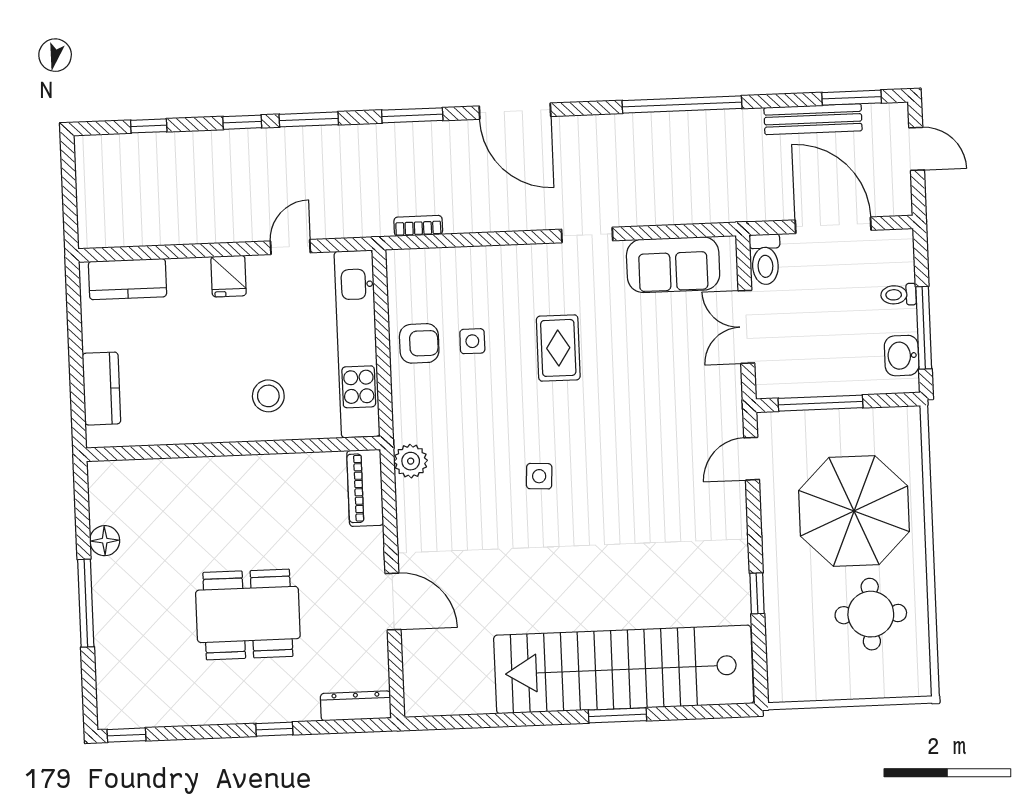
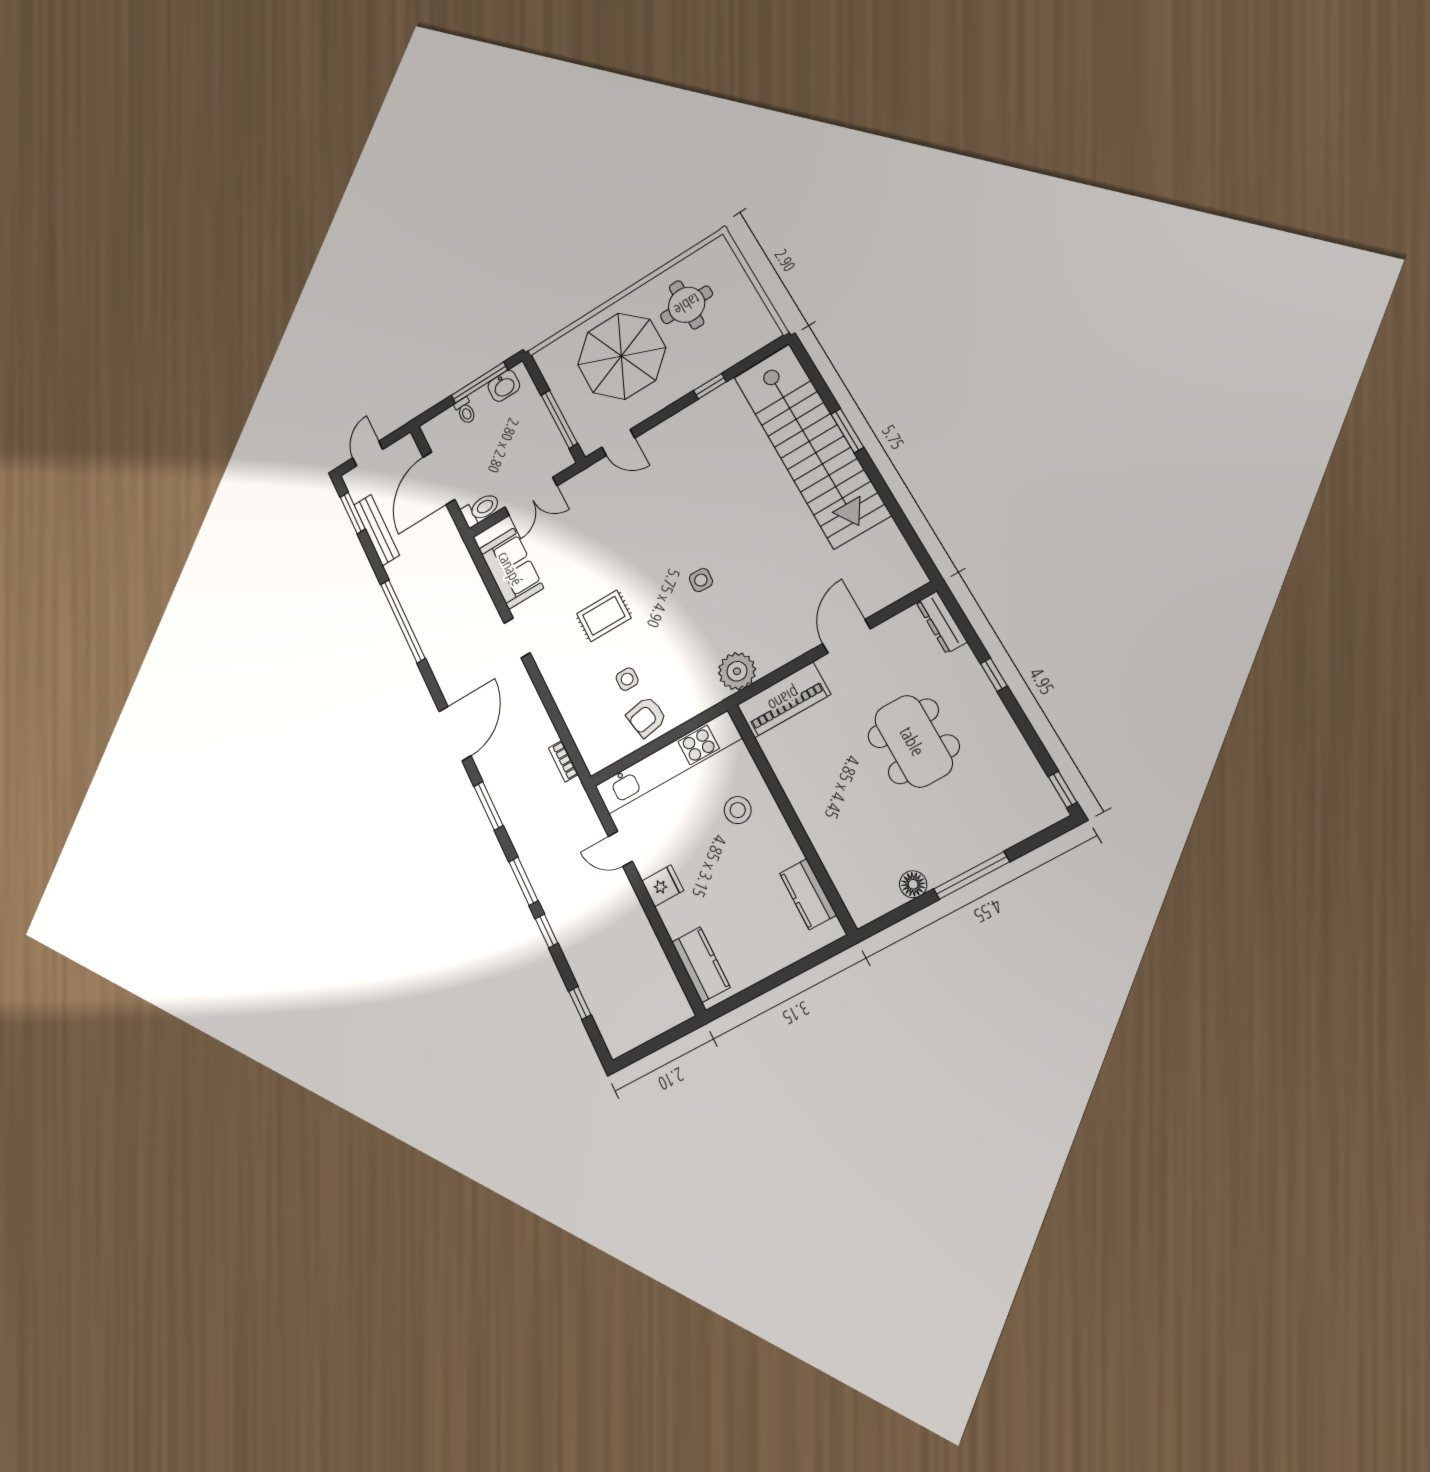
armchair: (419, 343) -> (646, 717), turned -101
kitchen counter: (101, 389) -> (808, 894), moved, turned -90
plant: (411, 461) -> (737, 671), width x1.36, depth x1.36
piano: (365, 488) -> (784, 700), width x1.37, depth x1.33

